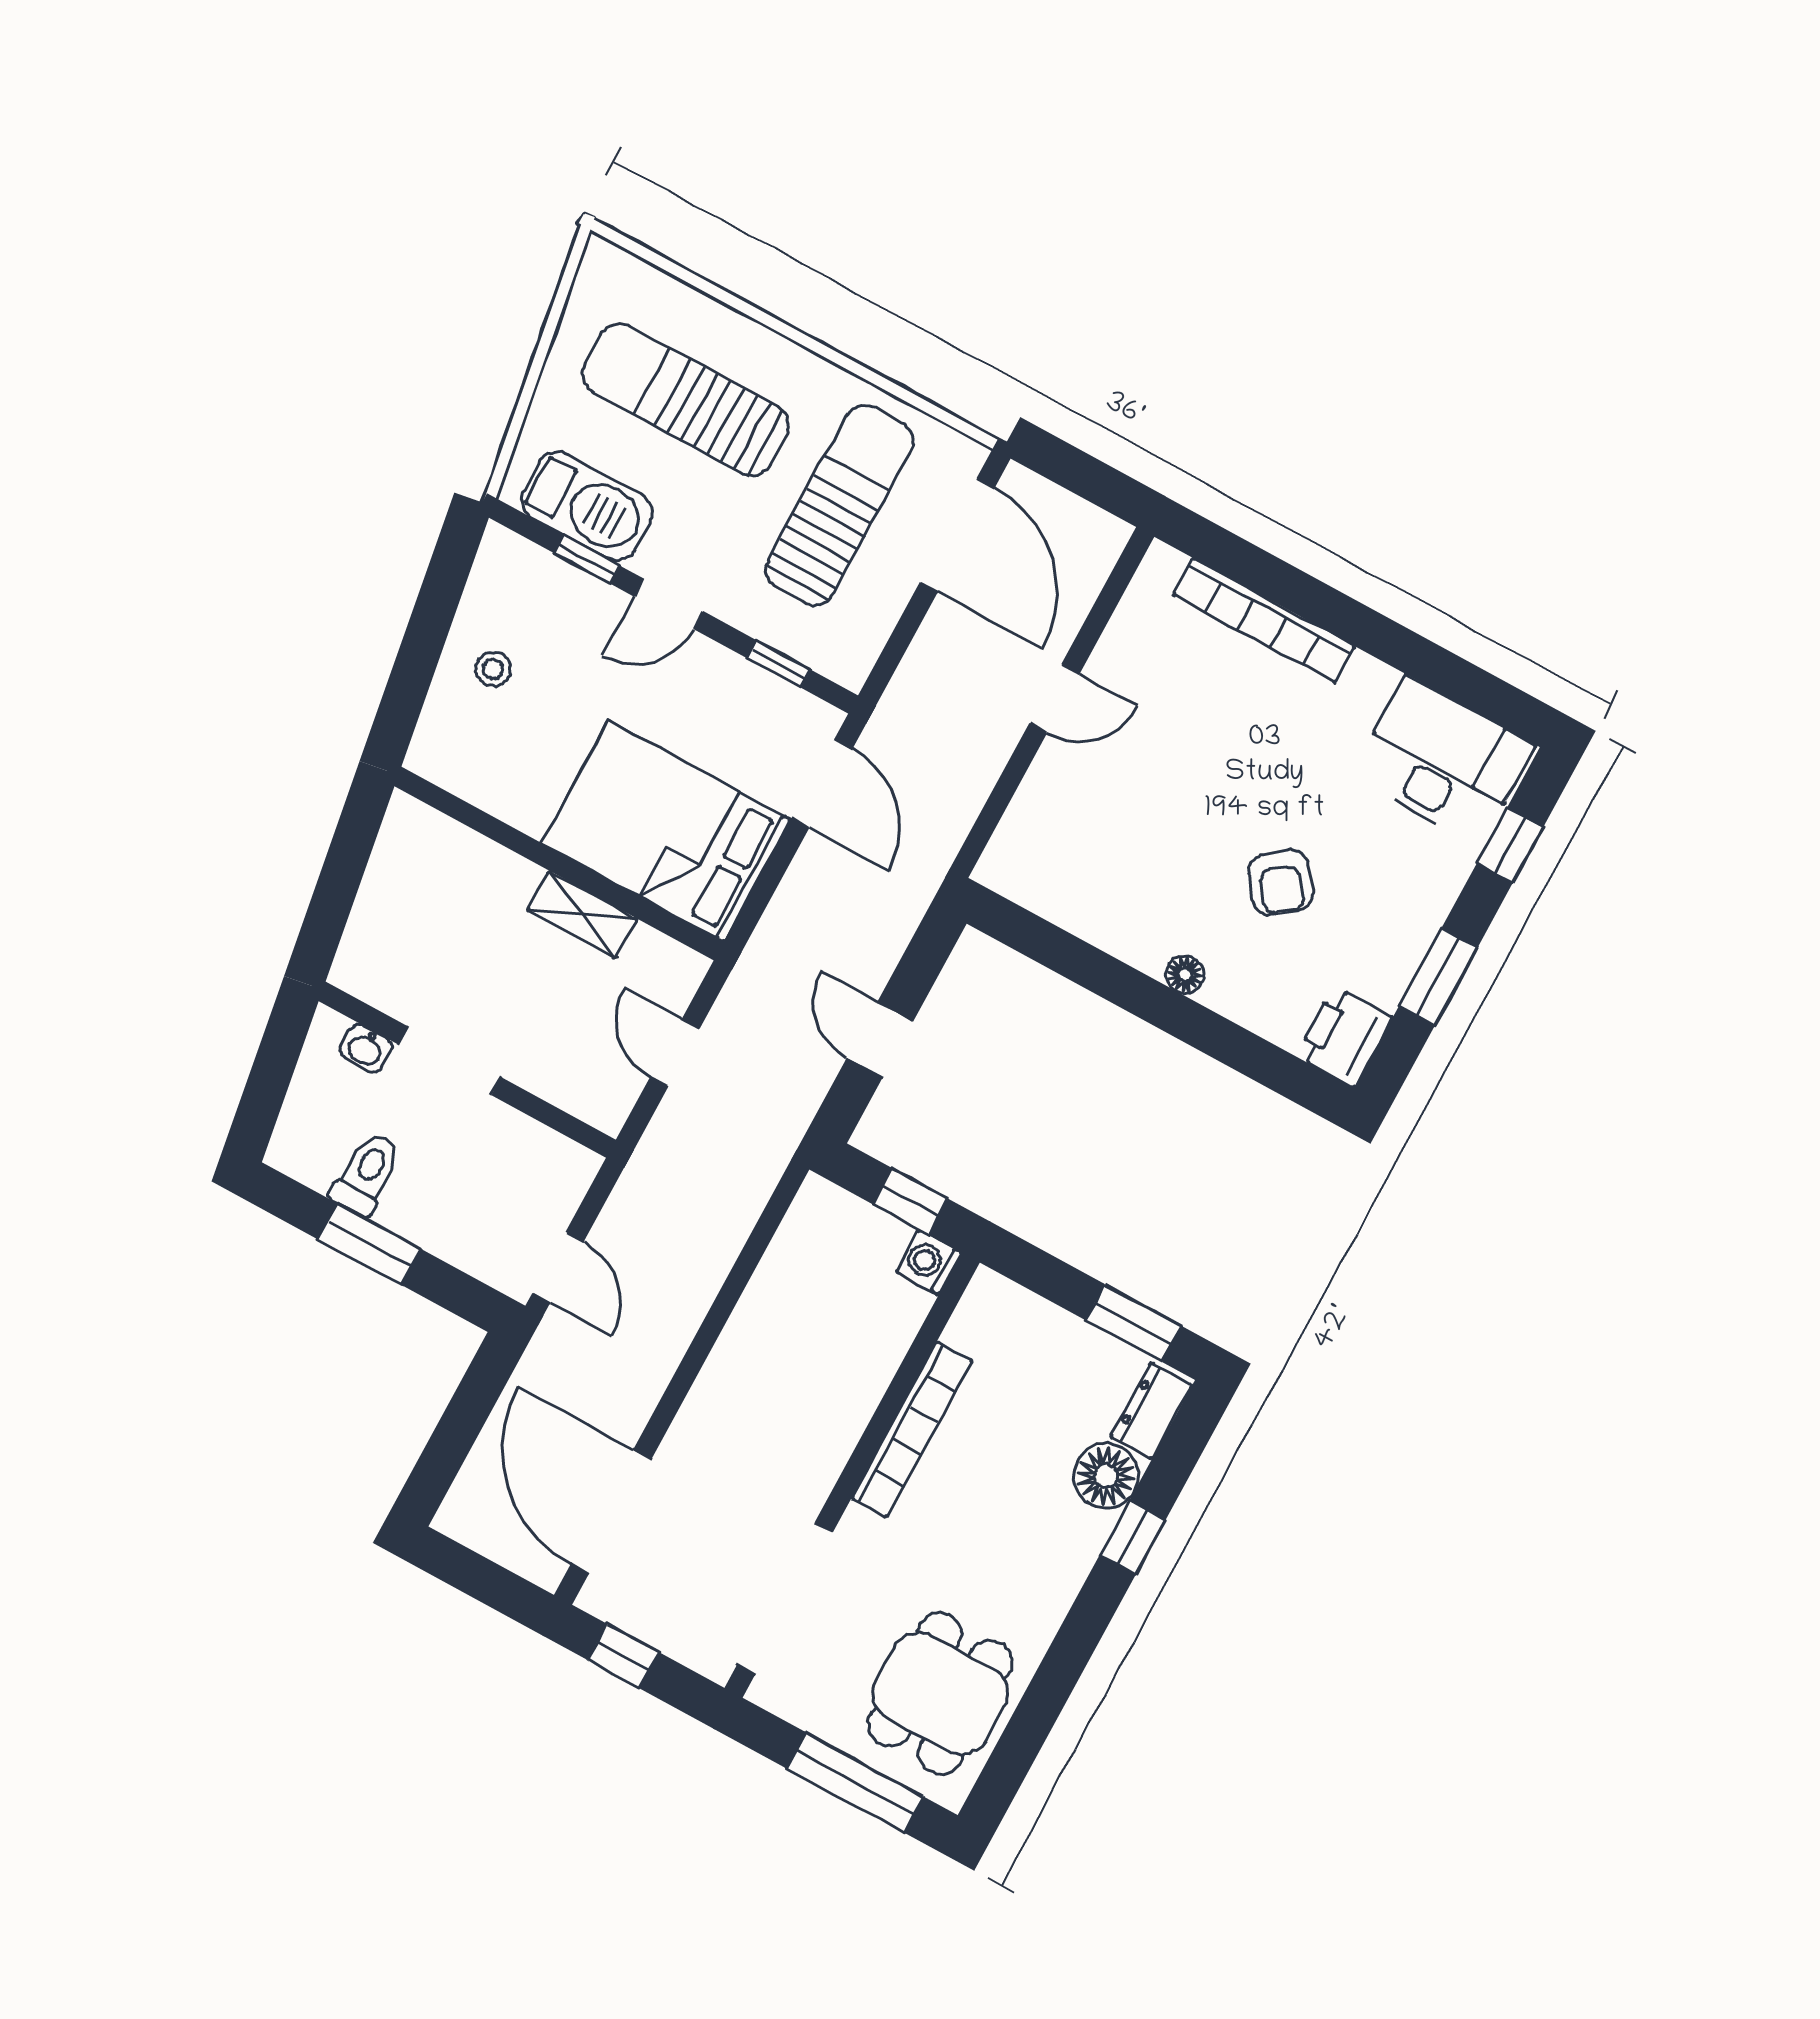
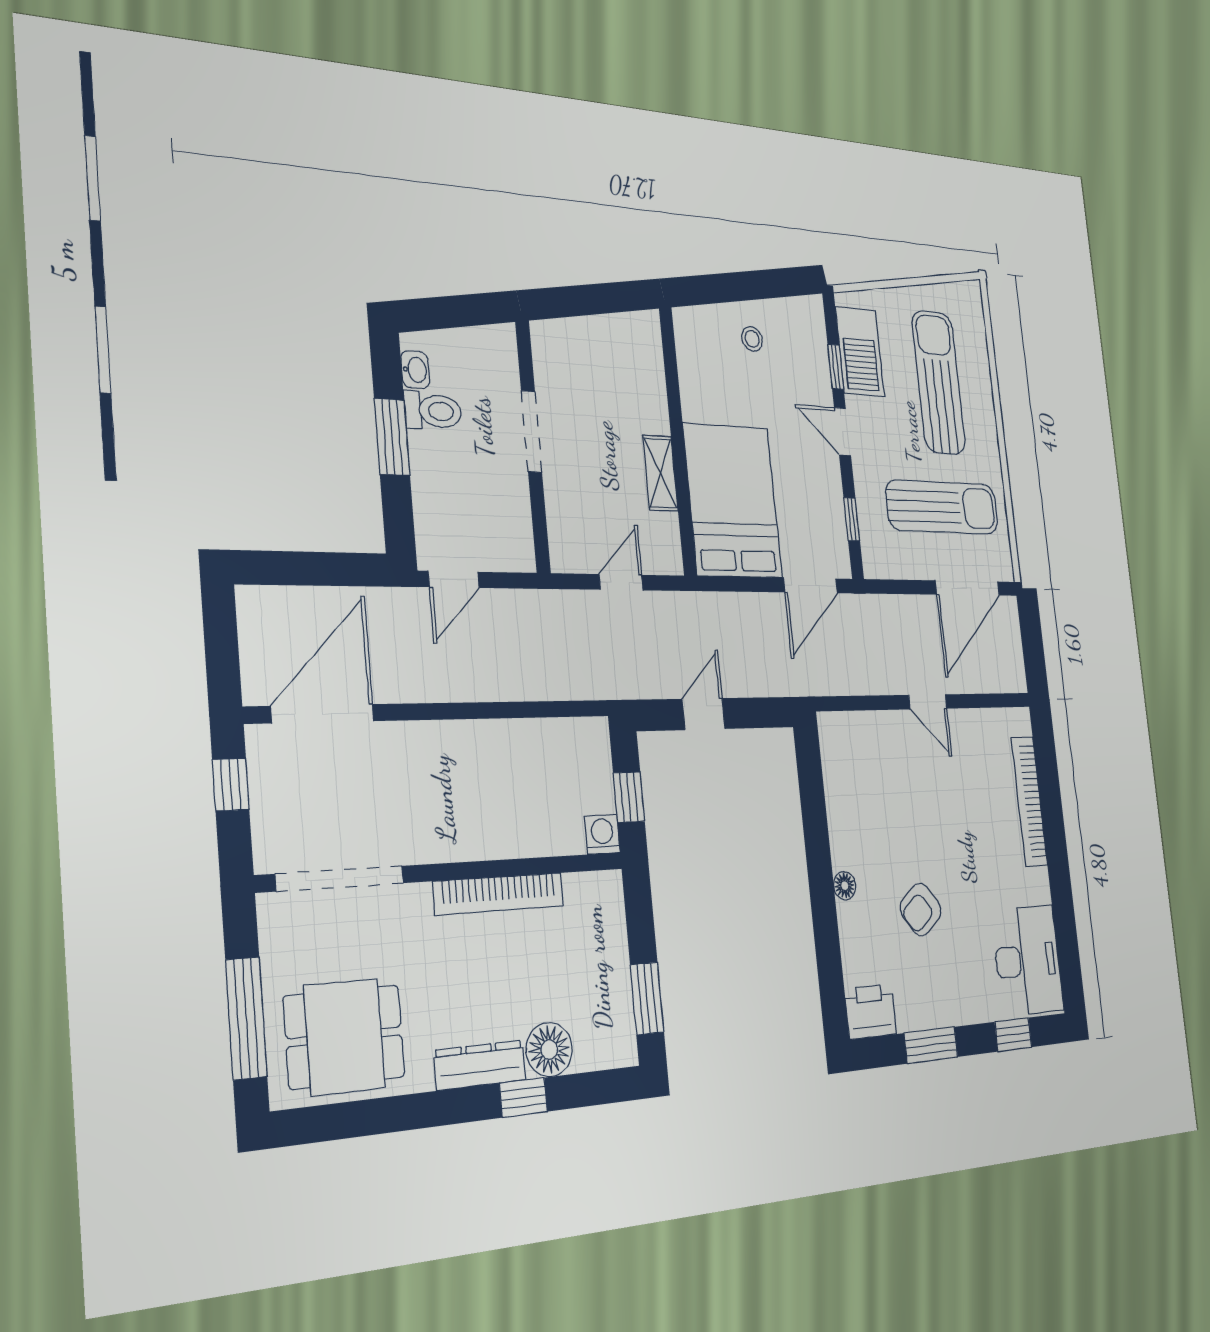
washbasin: (366, 1048) -> (415, 370), moved, turned 180
dresser: (1151, 1411) -> (480, 1065), moved, width x1.44

